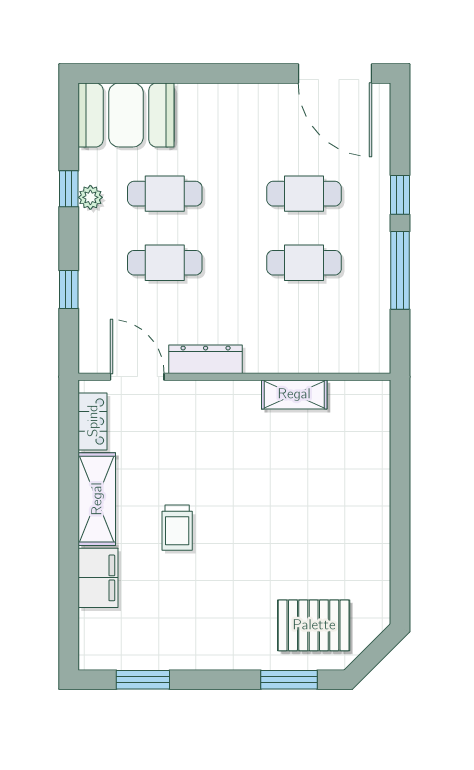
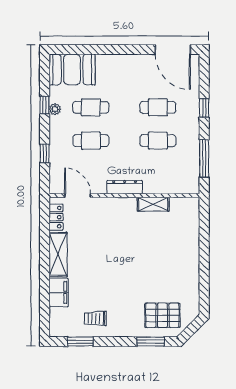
window: (400, 270) -> (204, 158), moved
dresser: (206, 359) -> (125, 187), moved
trolley: (177, 528) -> (95, 318), moved, turned 90

